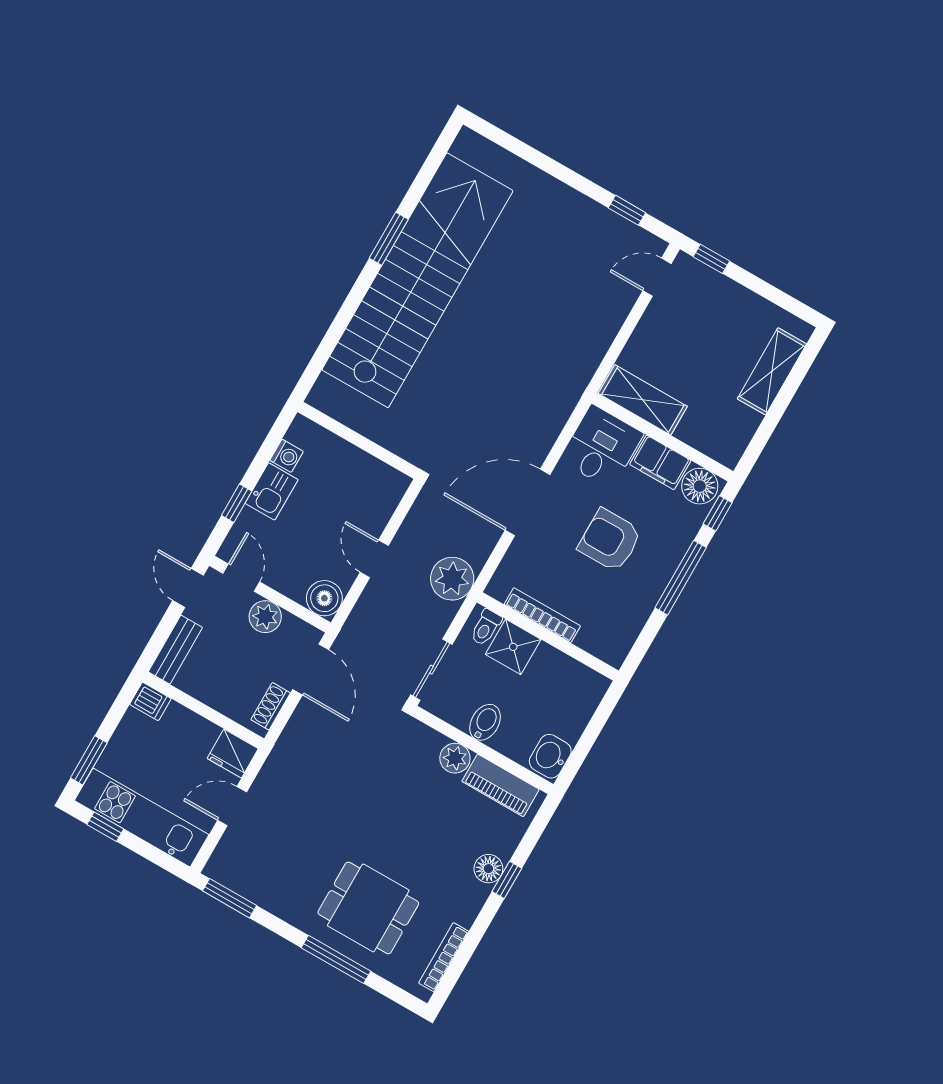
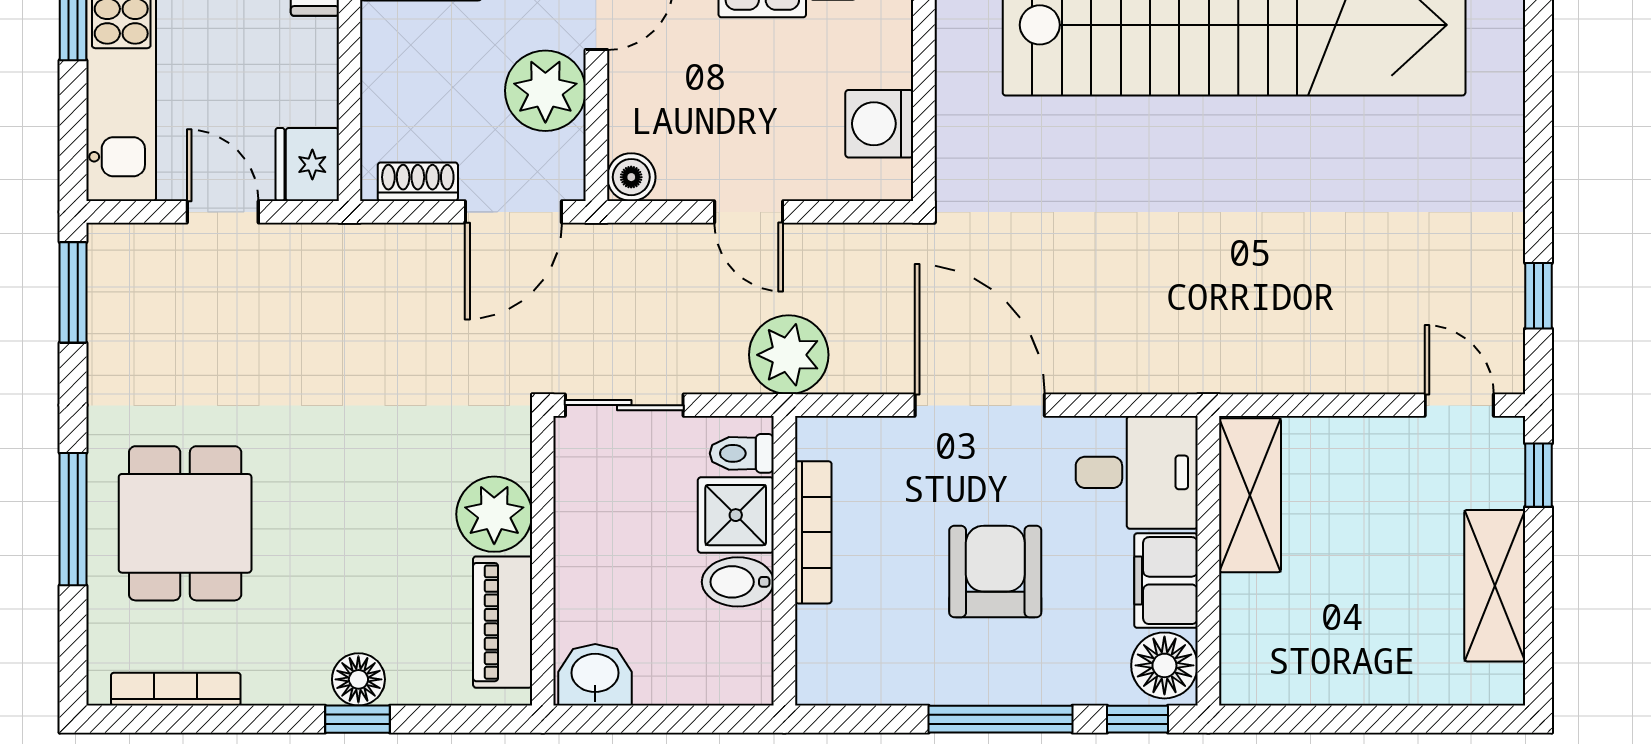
shelving: (772, 371) -> (1495, 586), moved, turned 90
washing machine: (368, 474) -> (879, 124), added
door: (374, 559) -> (749, 212), swing flipped
boiler: (324, 598) -> (631, 177), width x0.73, depth x0.73
plant: (265, 617) -> (545, 91), width x1.36, depth x1.36
bidet: (485, 722) -> (738, 582), moved, turned 180
plant: (455, 758) -> (494, 514), width x1.36, depth x1.36

